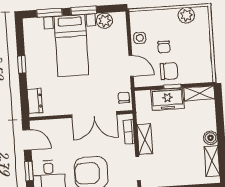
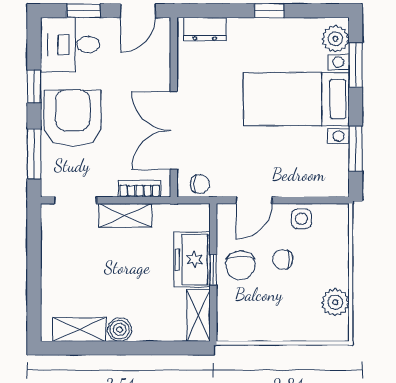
window: (84, 11) -> (356, 149), moved
plant: (104, 21) -> (335, 39), moved

